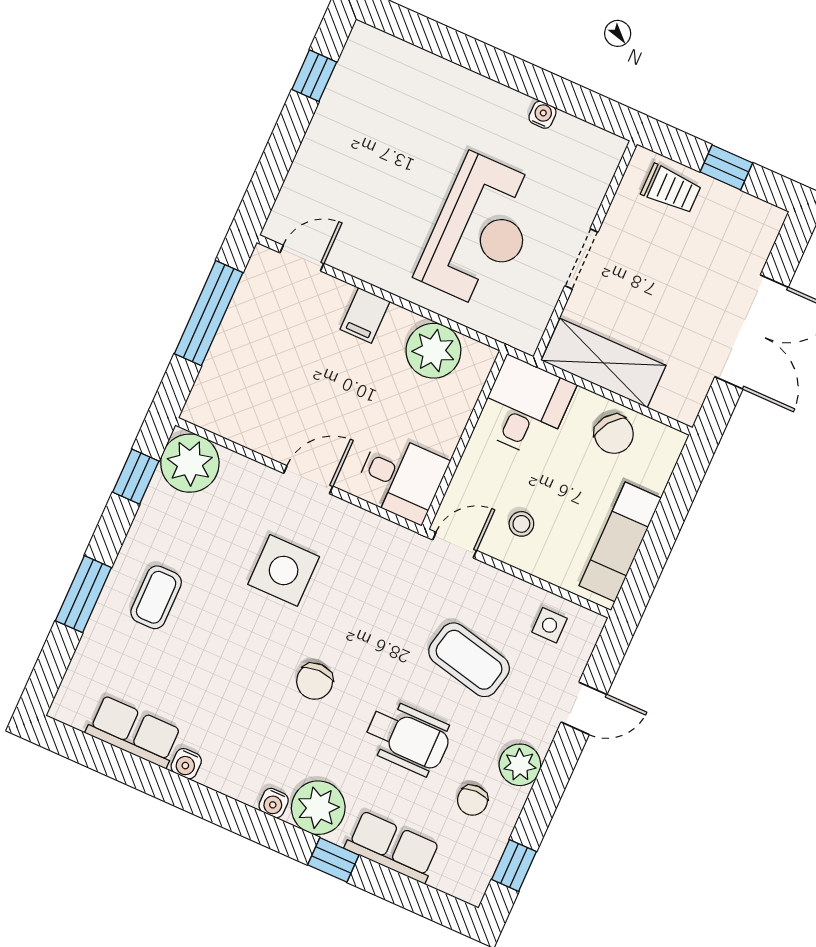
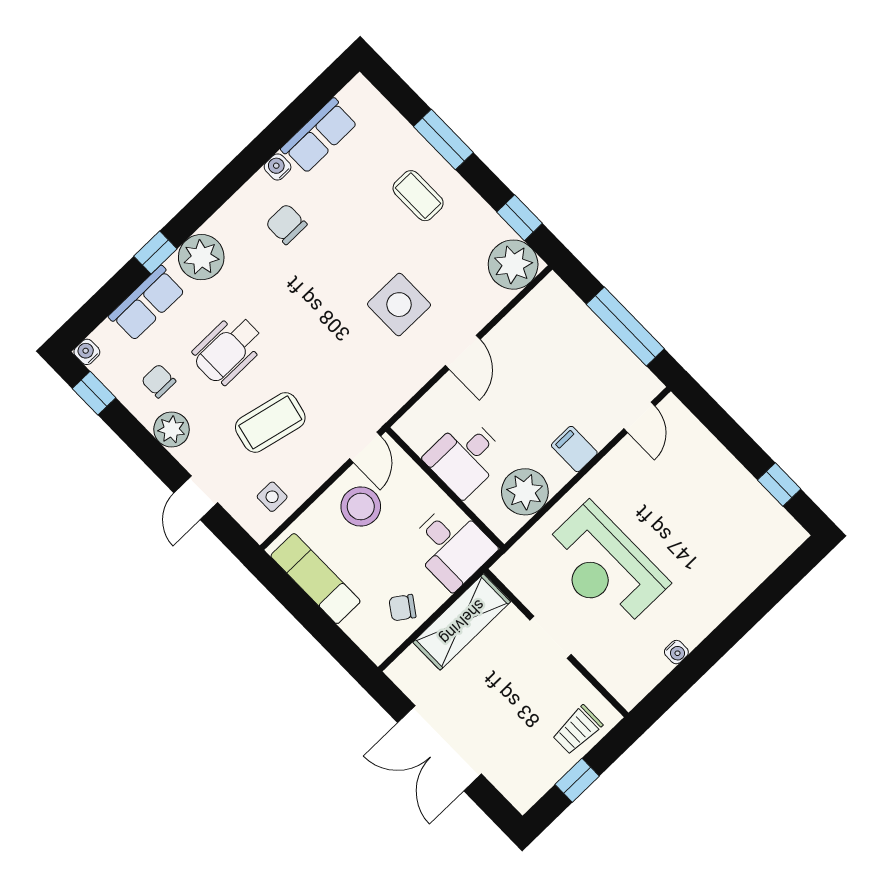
chair: (614, 434) -> (402, 608), width x0.73, depth x0.73
desk: (401, 478) -> (465, 457), moved
stool: (521, 524) -> (361, 507), width x1.89, depth x1.89
chair: (315, 681) -> (286, 224), moved
water cooler: (274, 803) -> (87, 352), moved

